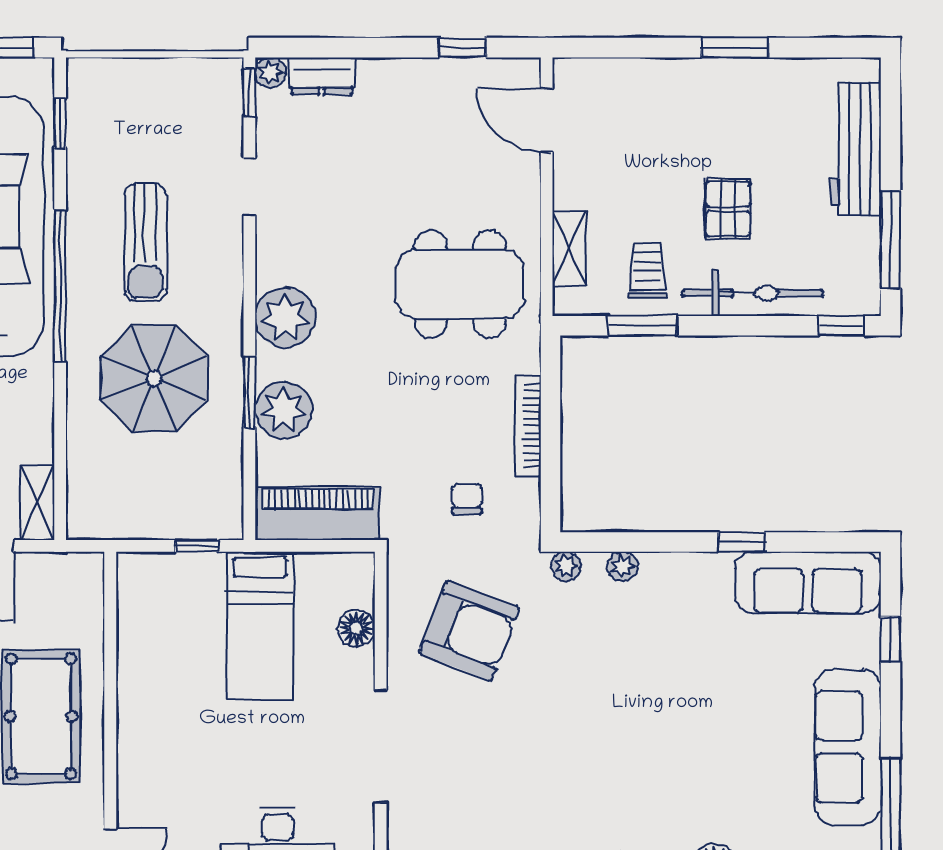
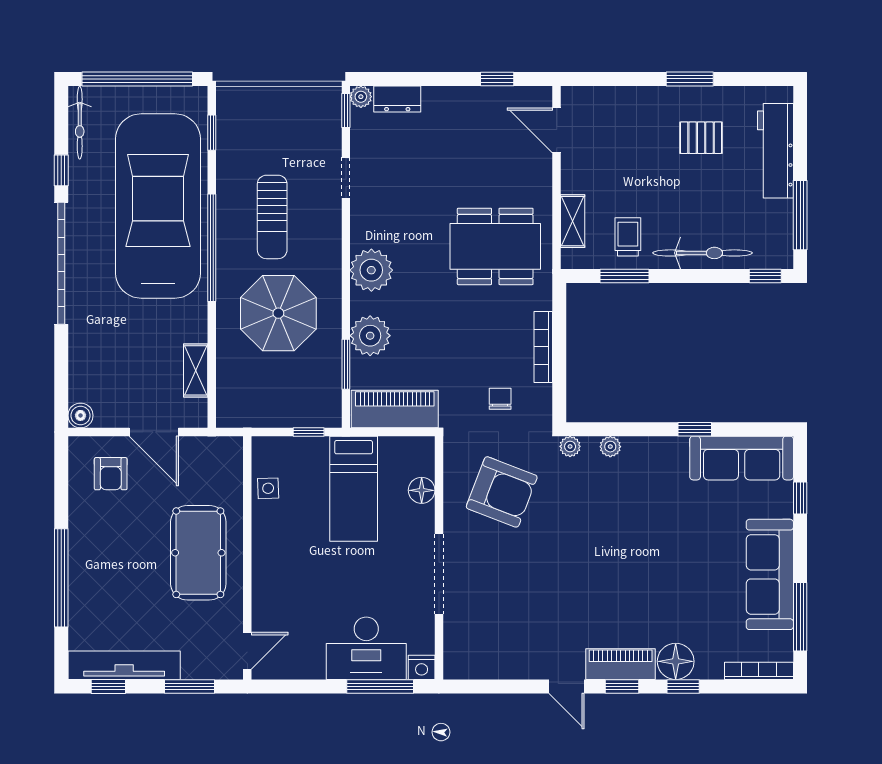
pallet: (728, 209) -> (701, 138), moved, turned 90
window: (249, 393) -> (346, 364), moved
shelving: (37, 502) -> (196, 370), moved
side table: (140, 625) -> (268, 488), added

